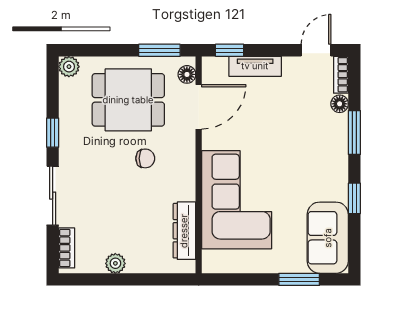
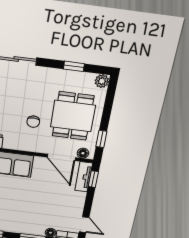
window: (159, 50) -> (101, 139), width x0.67
tv unit: (255, 66) -> (84, 177), moved
window: (53, 133) -> (74, 66), moved

